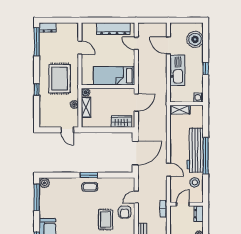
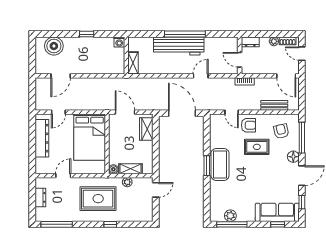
dresser: (48, 27) -> (40, 197), moved
kitchen sink: (177, 70) -> (89, 66), removed
bed: (114, 76) -> (90, 137), width x1.50
stool: (195, 182) -> (215, 46), removed
plant: (44, 183) -> (230, 216), moved
coffee table: (90, 187) -> (220, 164), width x1.86, depth x1.72

